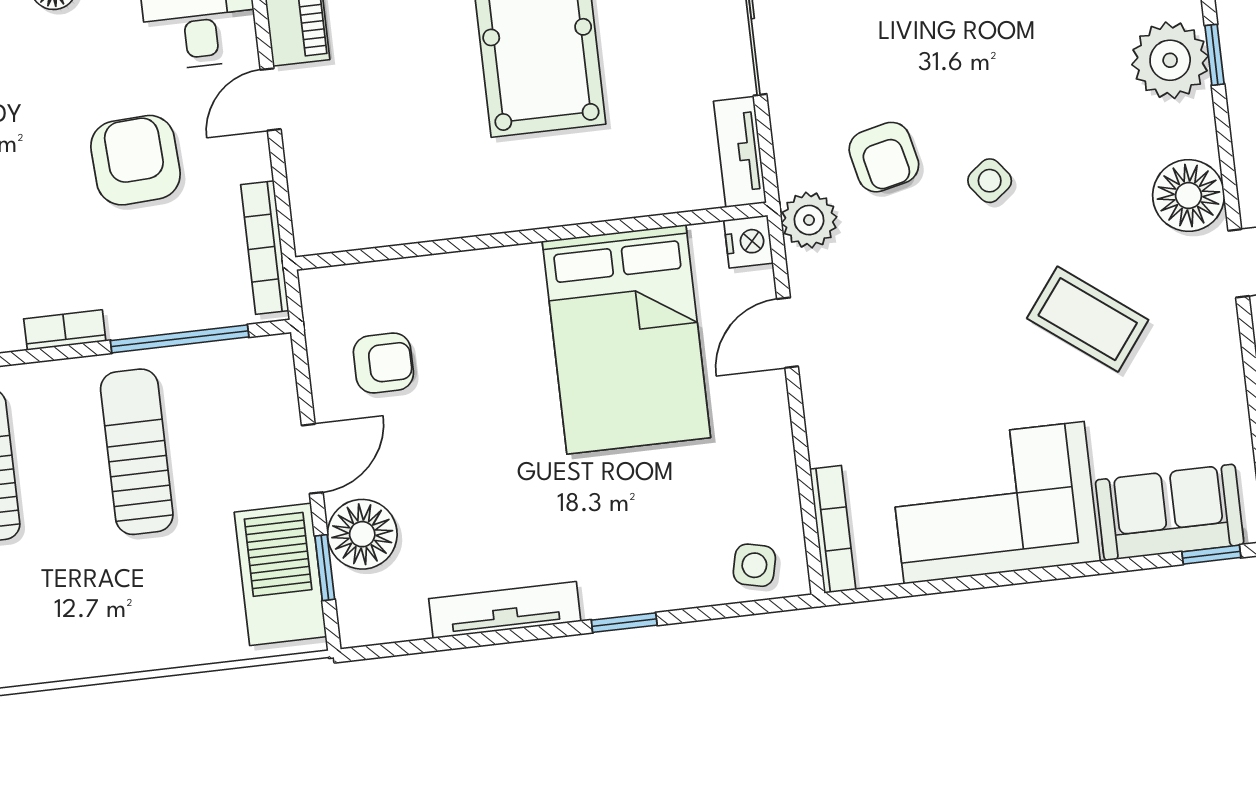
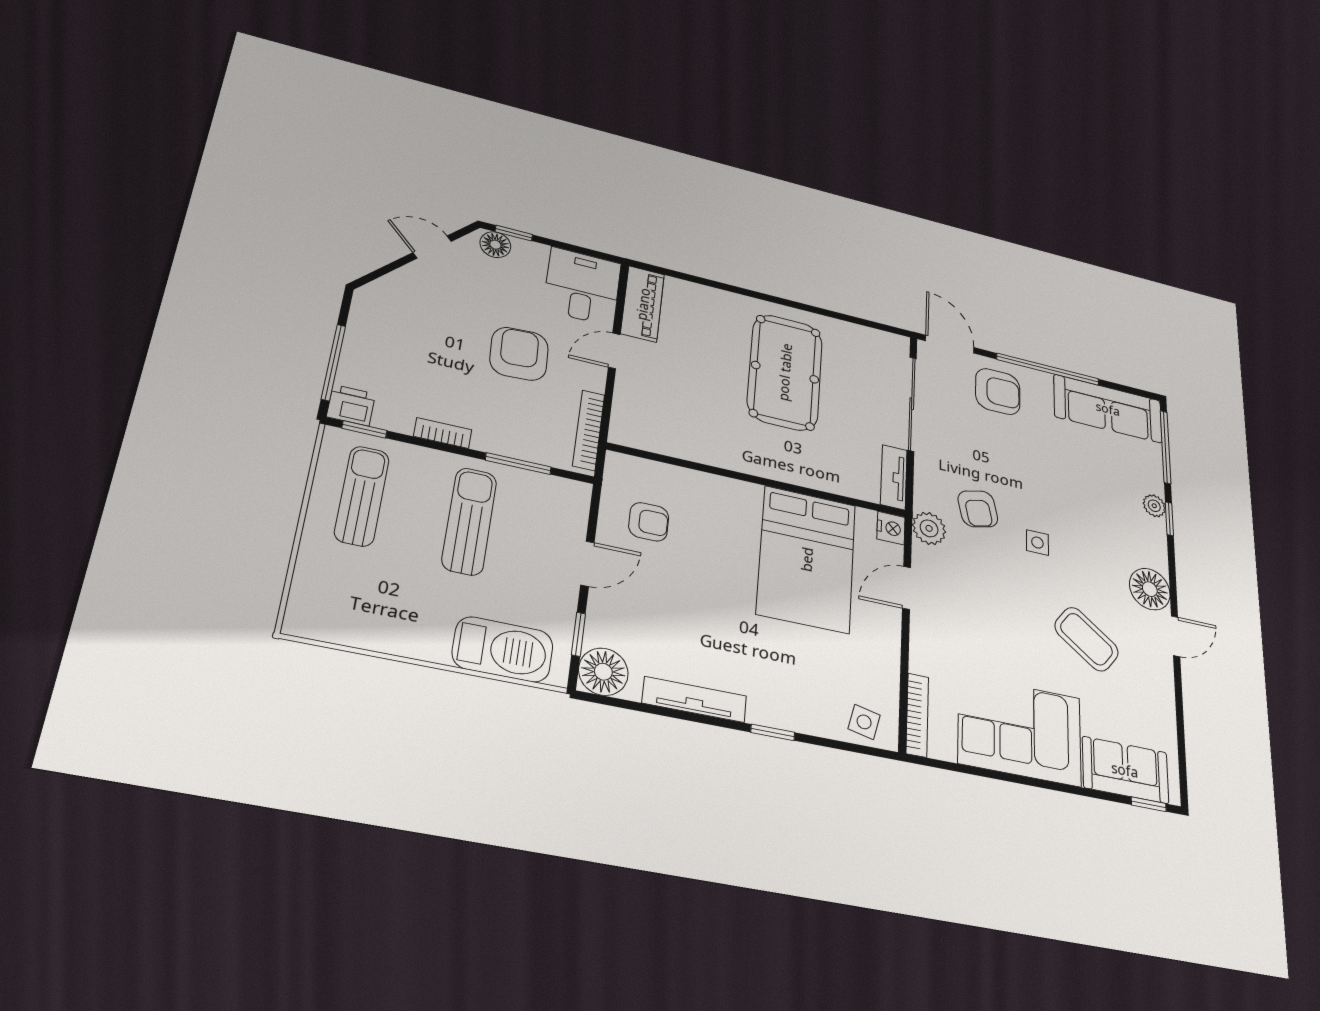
plant: (1170, 60) -> (1154, 506), width x0.53, depth x0.53
side table: (990, 181) -> (1037, 543), turned 38
window: (180, 339) -> (518, 464), width x0.69
floor lamp: (362, 534) -> (603, 672), moved
barbecue: (280, 574) -> (503, 649), moved, turned 90

